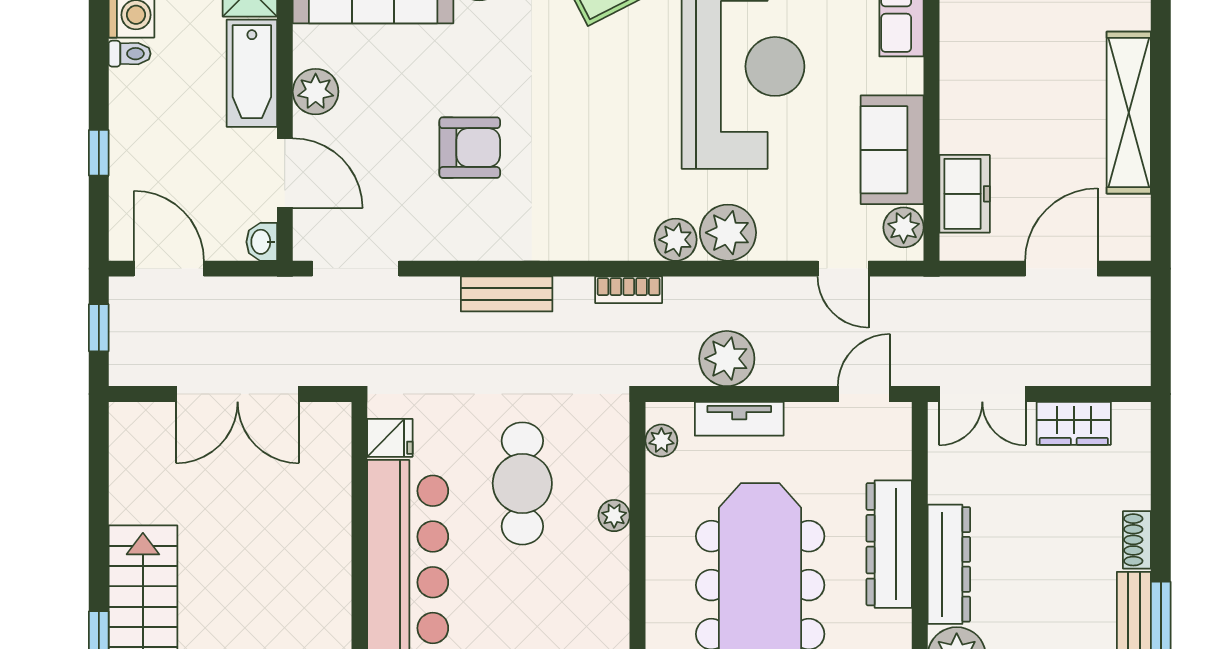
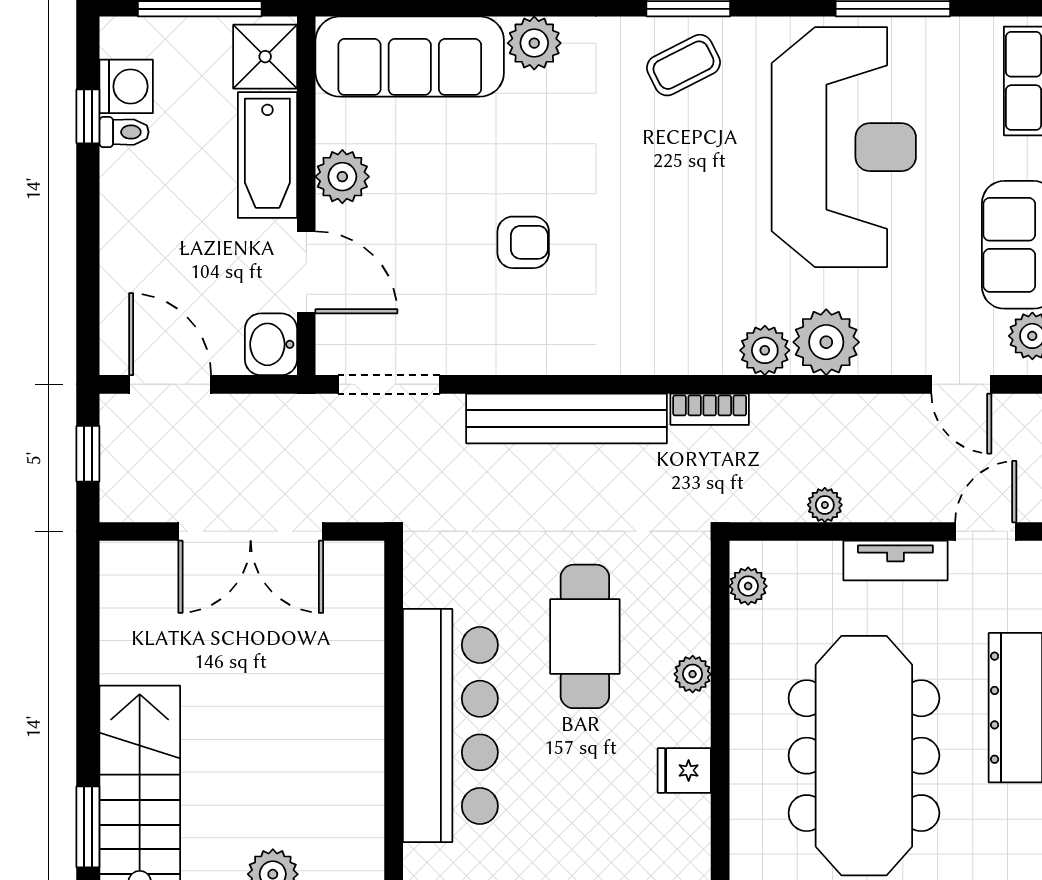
armchair: (470, 148) -> (523, 242), width x0.72, depth x0.72
window: (99, 153) -> (88, 116), moved
washbasin: (262, 242) -> (271, 344), width x1.38, depth x1.45
bench: (507, 294) -> (566, 418), width x1.86, depth x1.21
plant: (727, 359) -> (825, 505), width x0.53, depth x0.53
tv unit: (739, 419) -> (895, 561), moved
fridge: (390, 438) -> (684, 770), moved, turned 180

